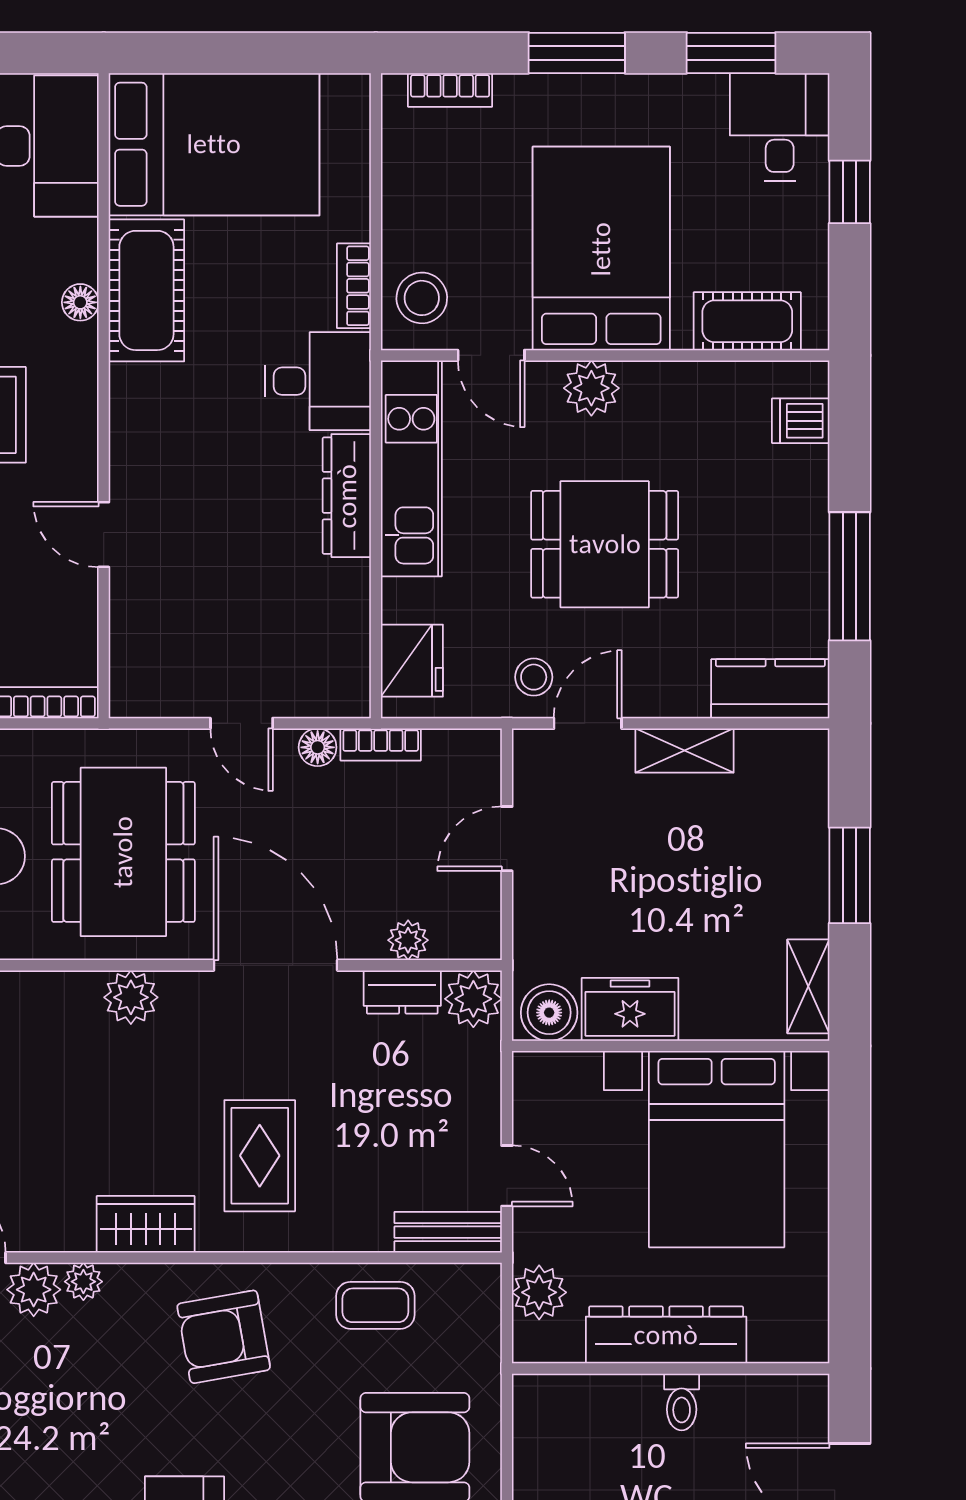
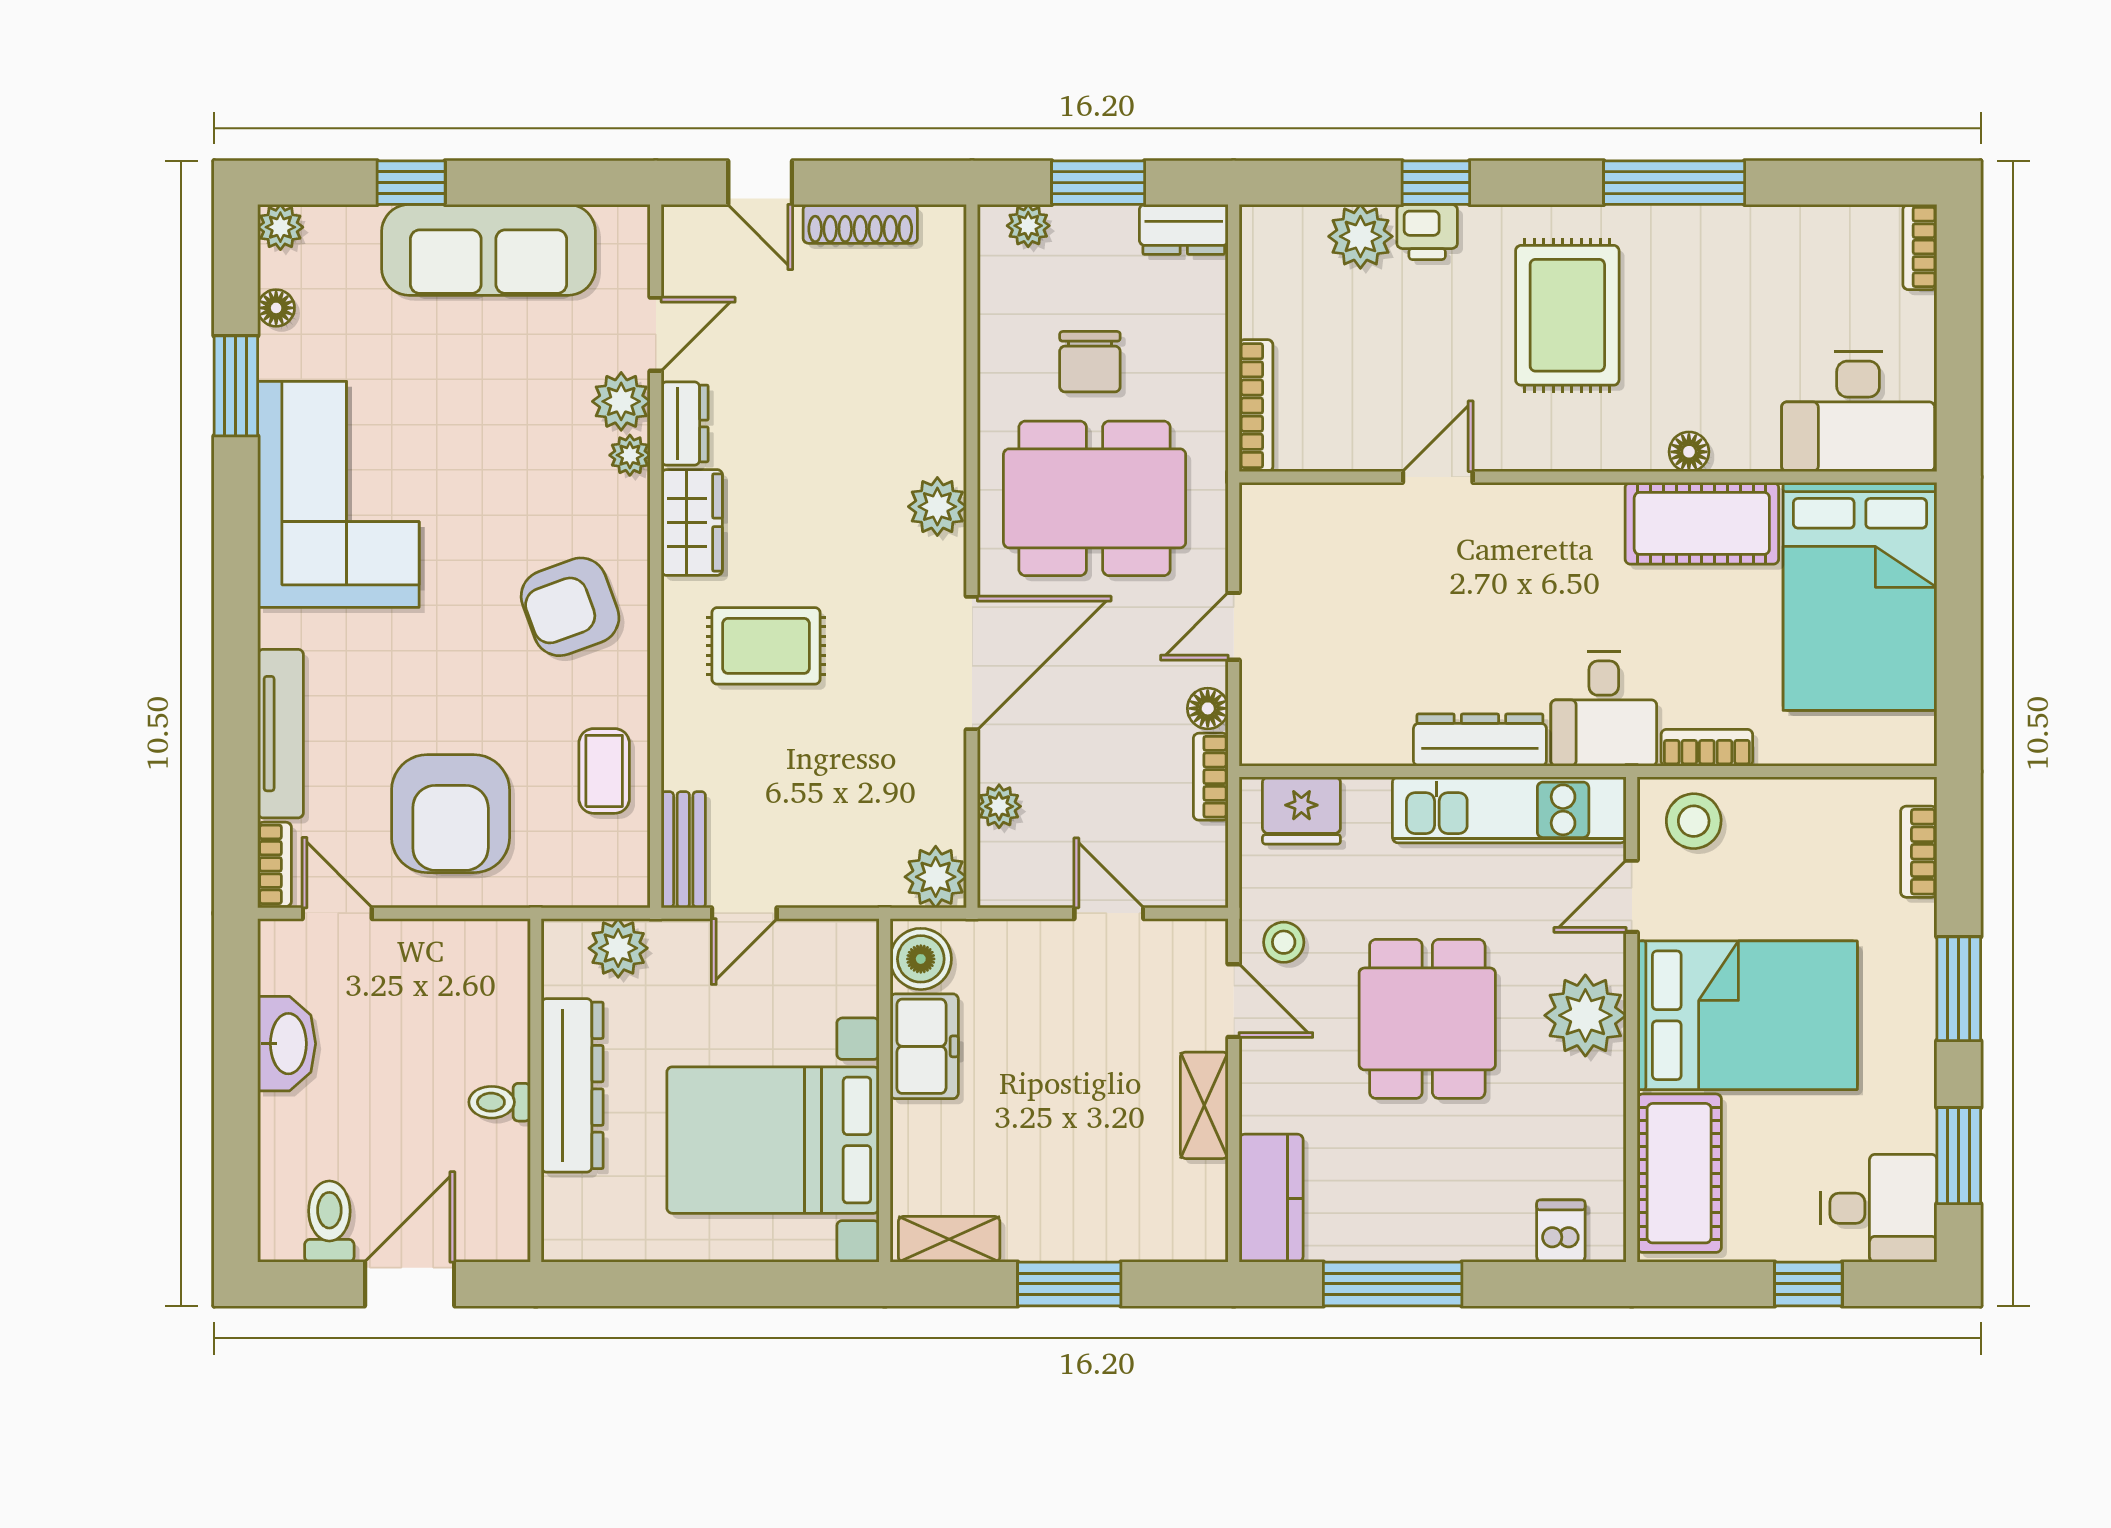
cot: (747, 321) -> (1679, 1173), width x1.37, depth x1.34
plant: (591, 388) -> (1585, 1015), width x1.36, depth x1.36
dresser: (402, 992) -> (685, 423), moved, turned 180
armchair: (224, 1337) -> (570, 607), turned -100

